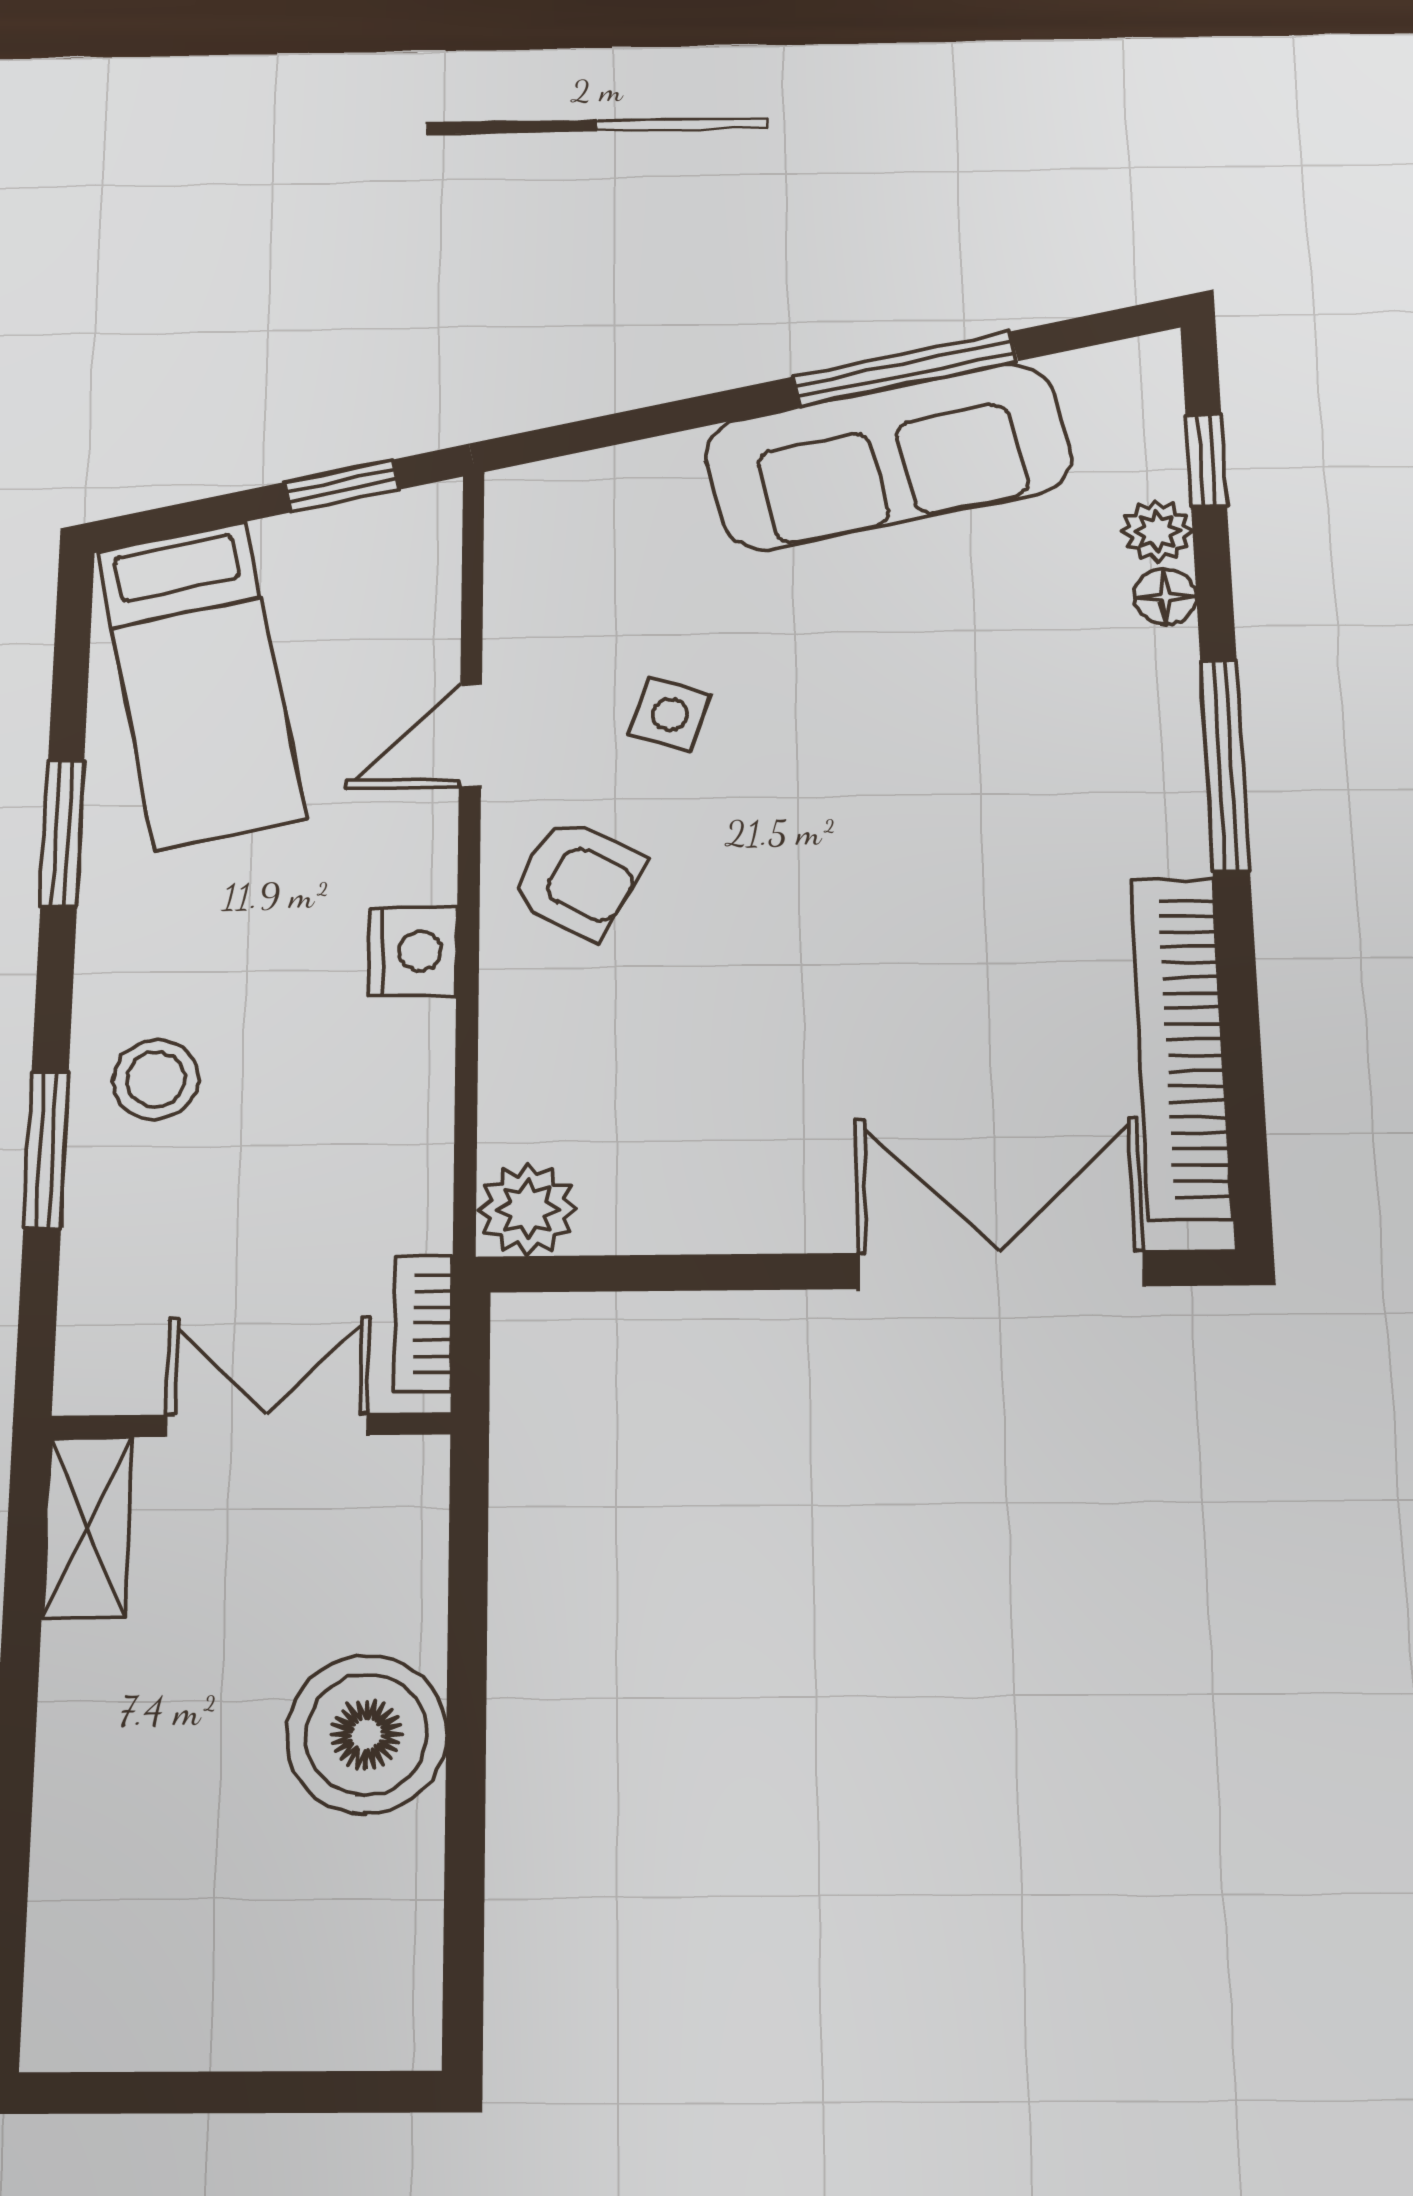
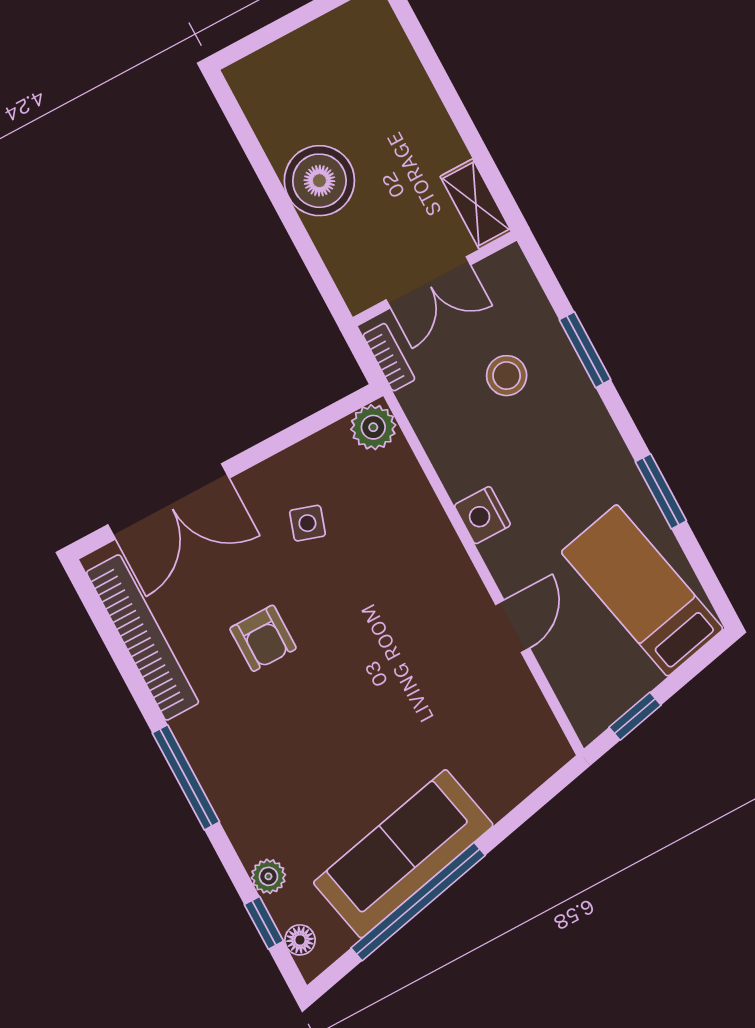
window: (905, 369) -> (418, 902), width x1.46
floor lamp: (1165, 597) -> (300, 940), moved
side table: (670, 714) -> (307, 523), moved
armchair: (577, 878) -> (263, 638), moved, turned -119
stool: (156, 1079) -> (507, 376), moved

